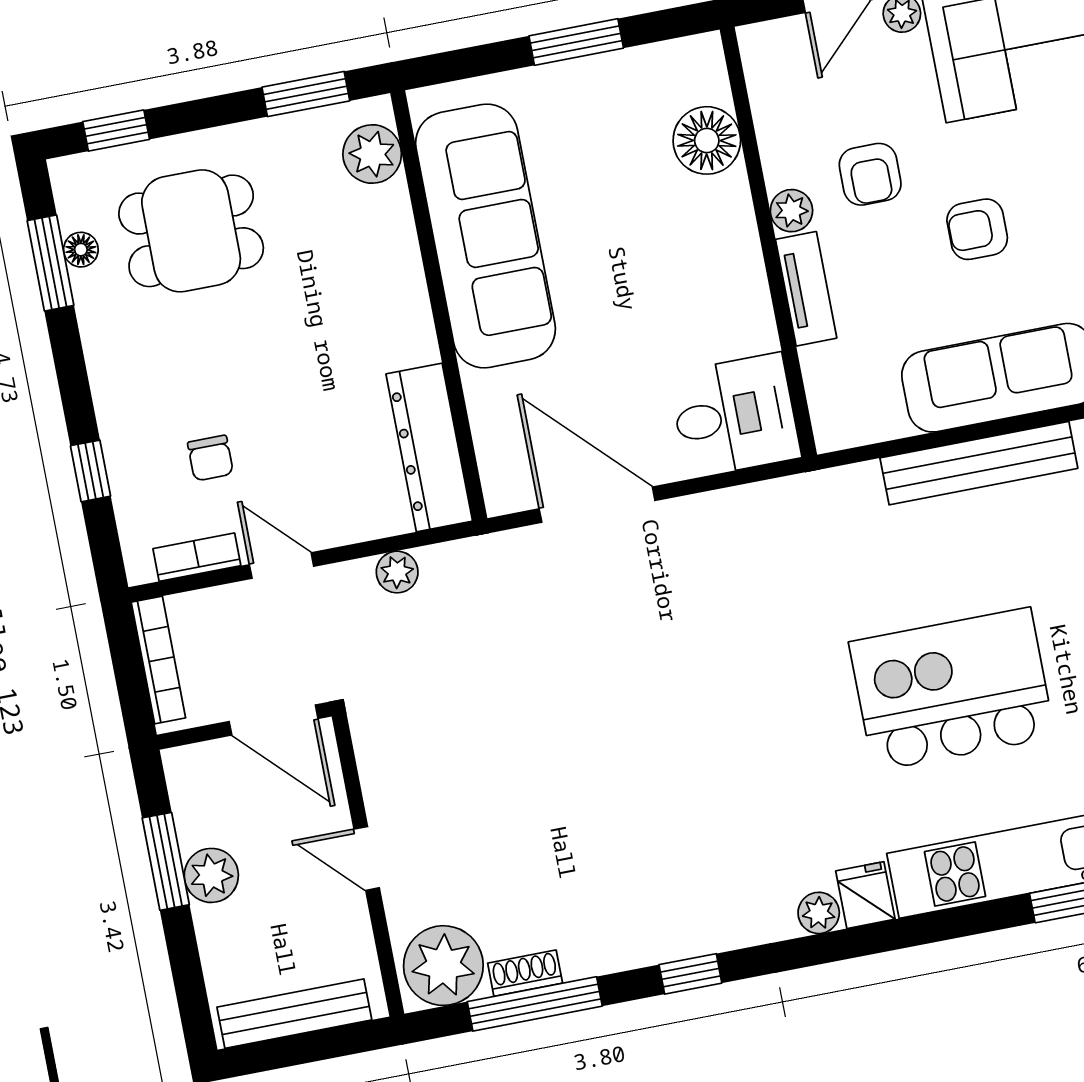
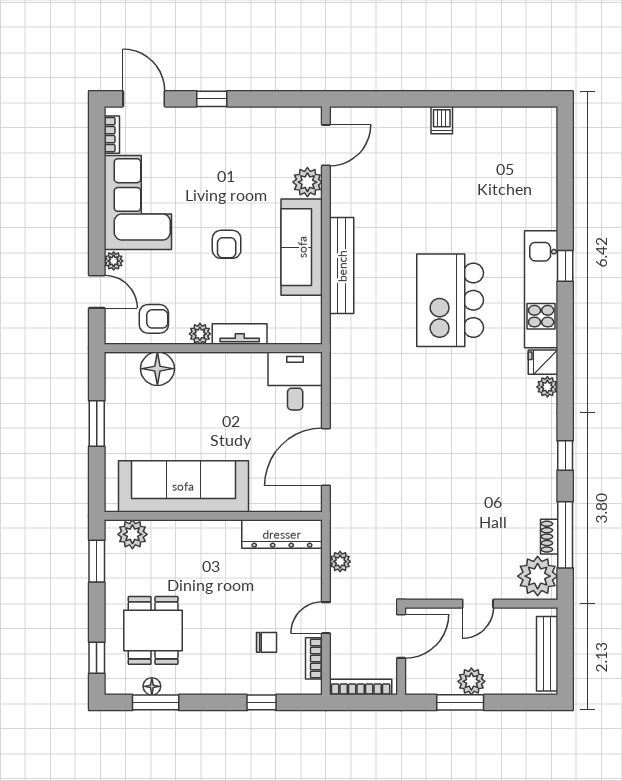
armchair: (870, 174) -> (154, 319), moved

